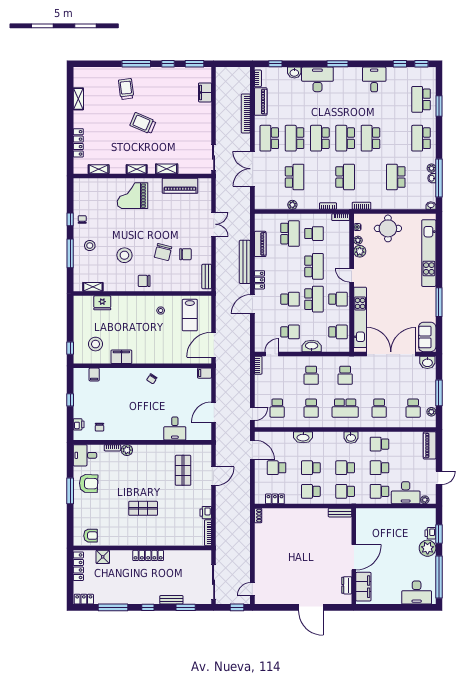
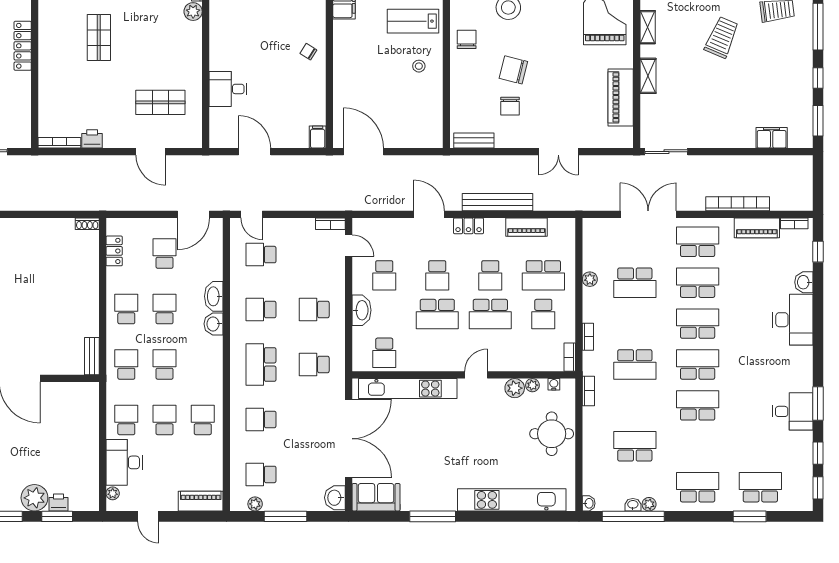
window: (337, 64) -> (818, 403), moved
school desk: (338, 299) -> (490, 275), moved
lab bench: (190, 315) -> (413, 21), moved
washbasin: (351, 437) -> (214, 324), moved

